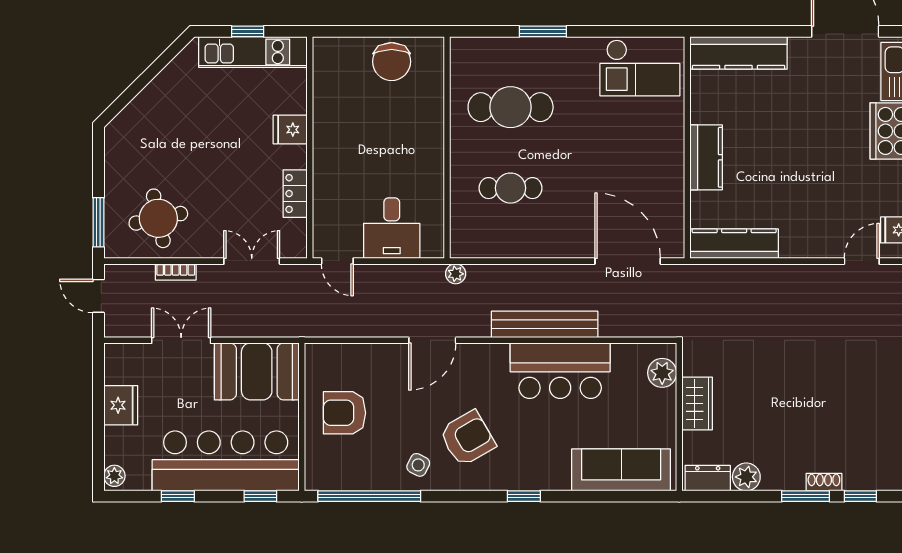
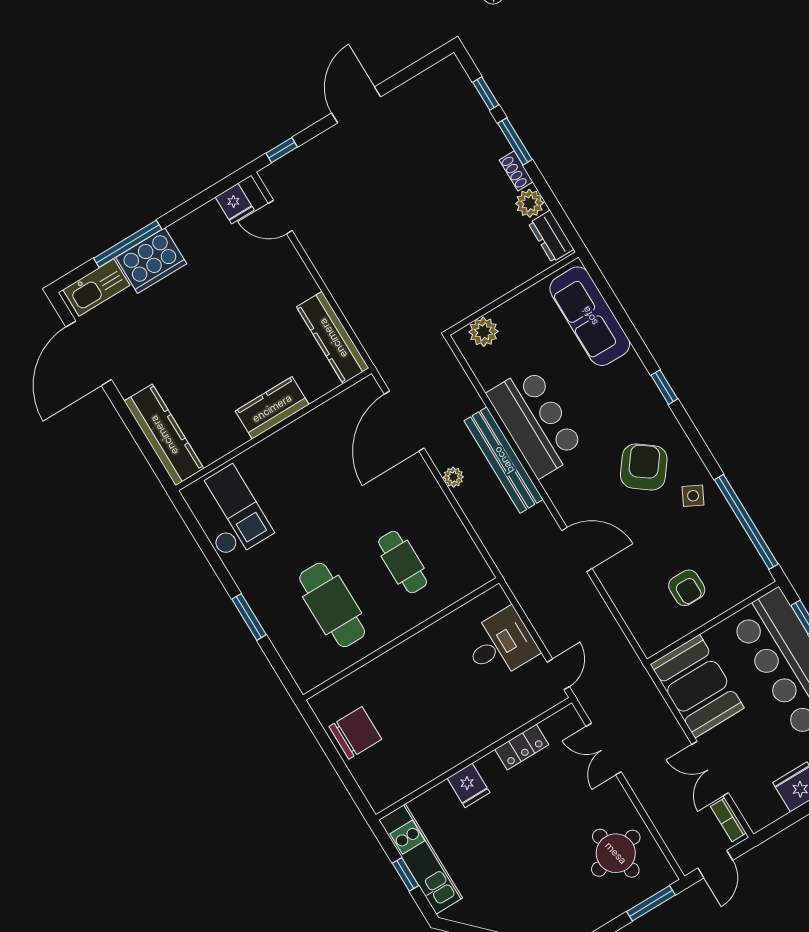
bookcase: (176, 272) -> (728, 820), moved, turned 180
plant: (456, 274) -> (453, 477), moved
wardrobe: (697, 404) -> (492, 285), removed
armchair: (344, 413) -> (687, 588), width x0.72, depth x0.72
armchair: (467, 438) -> (644, 467), turned 67
shoe rack: (824, 482) -> (516, 171), moved

